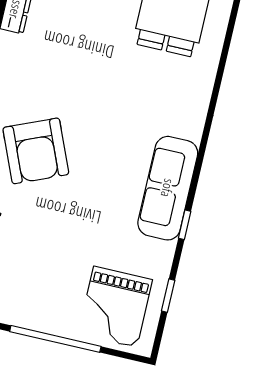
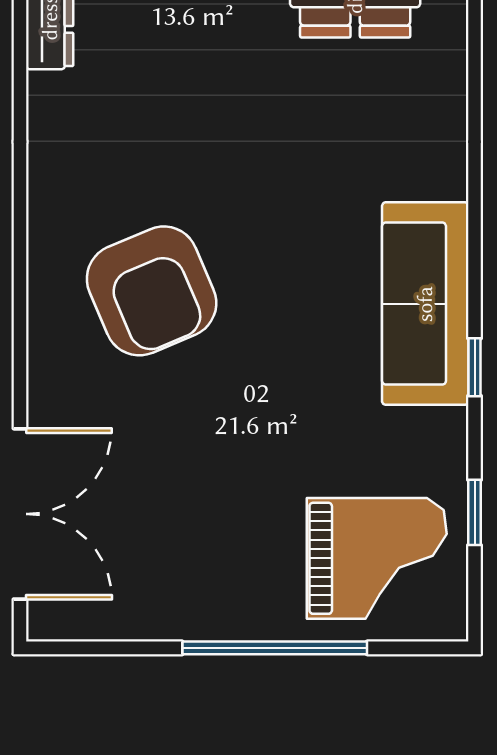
grand piano: (115, 307) -> (377, 558), turned -90

